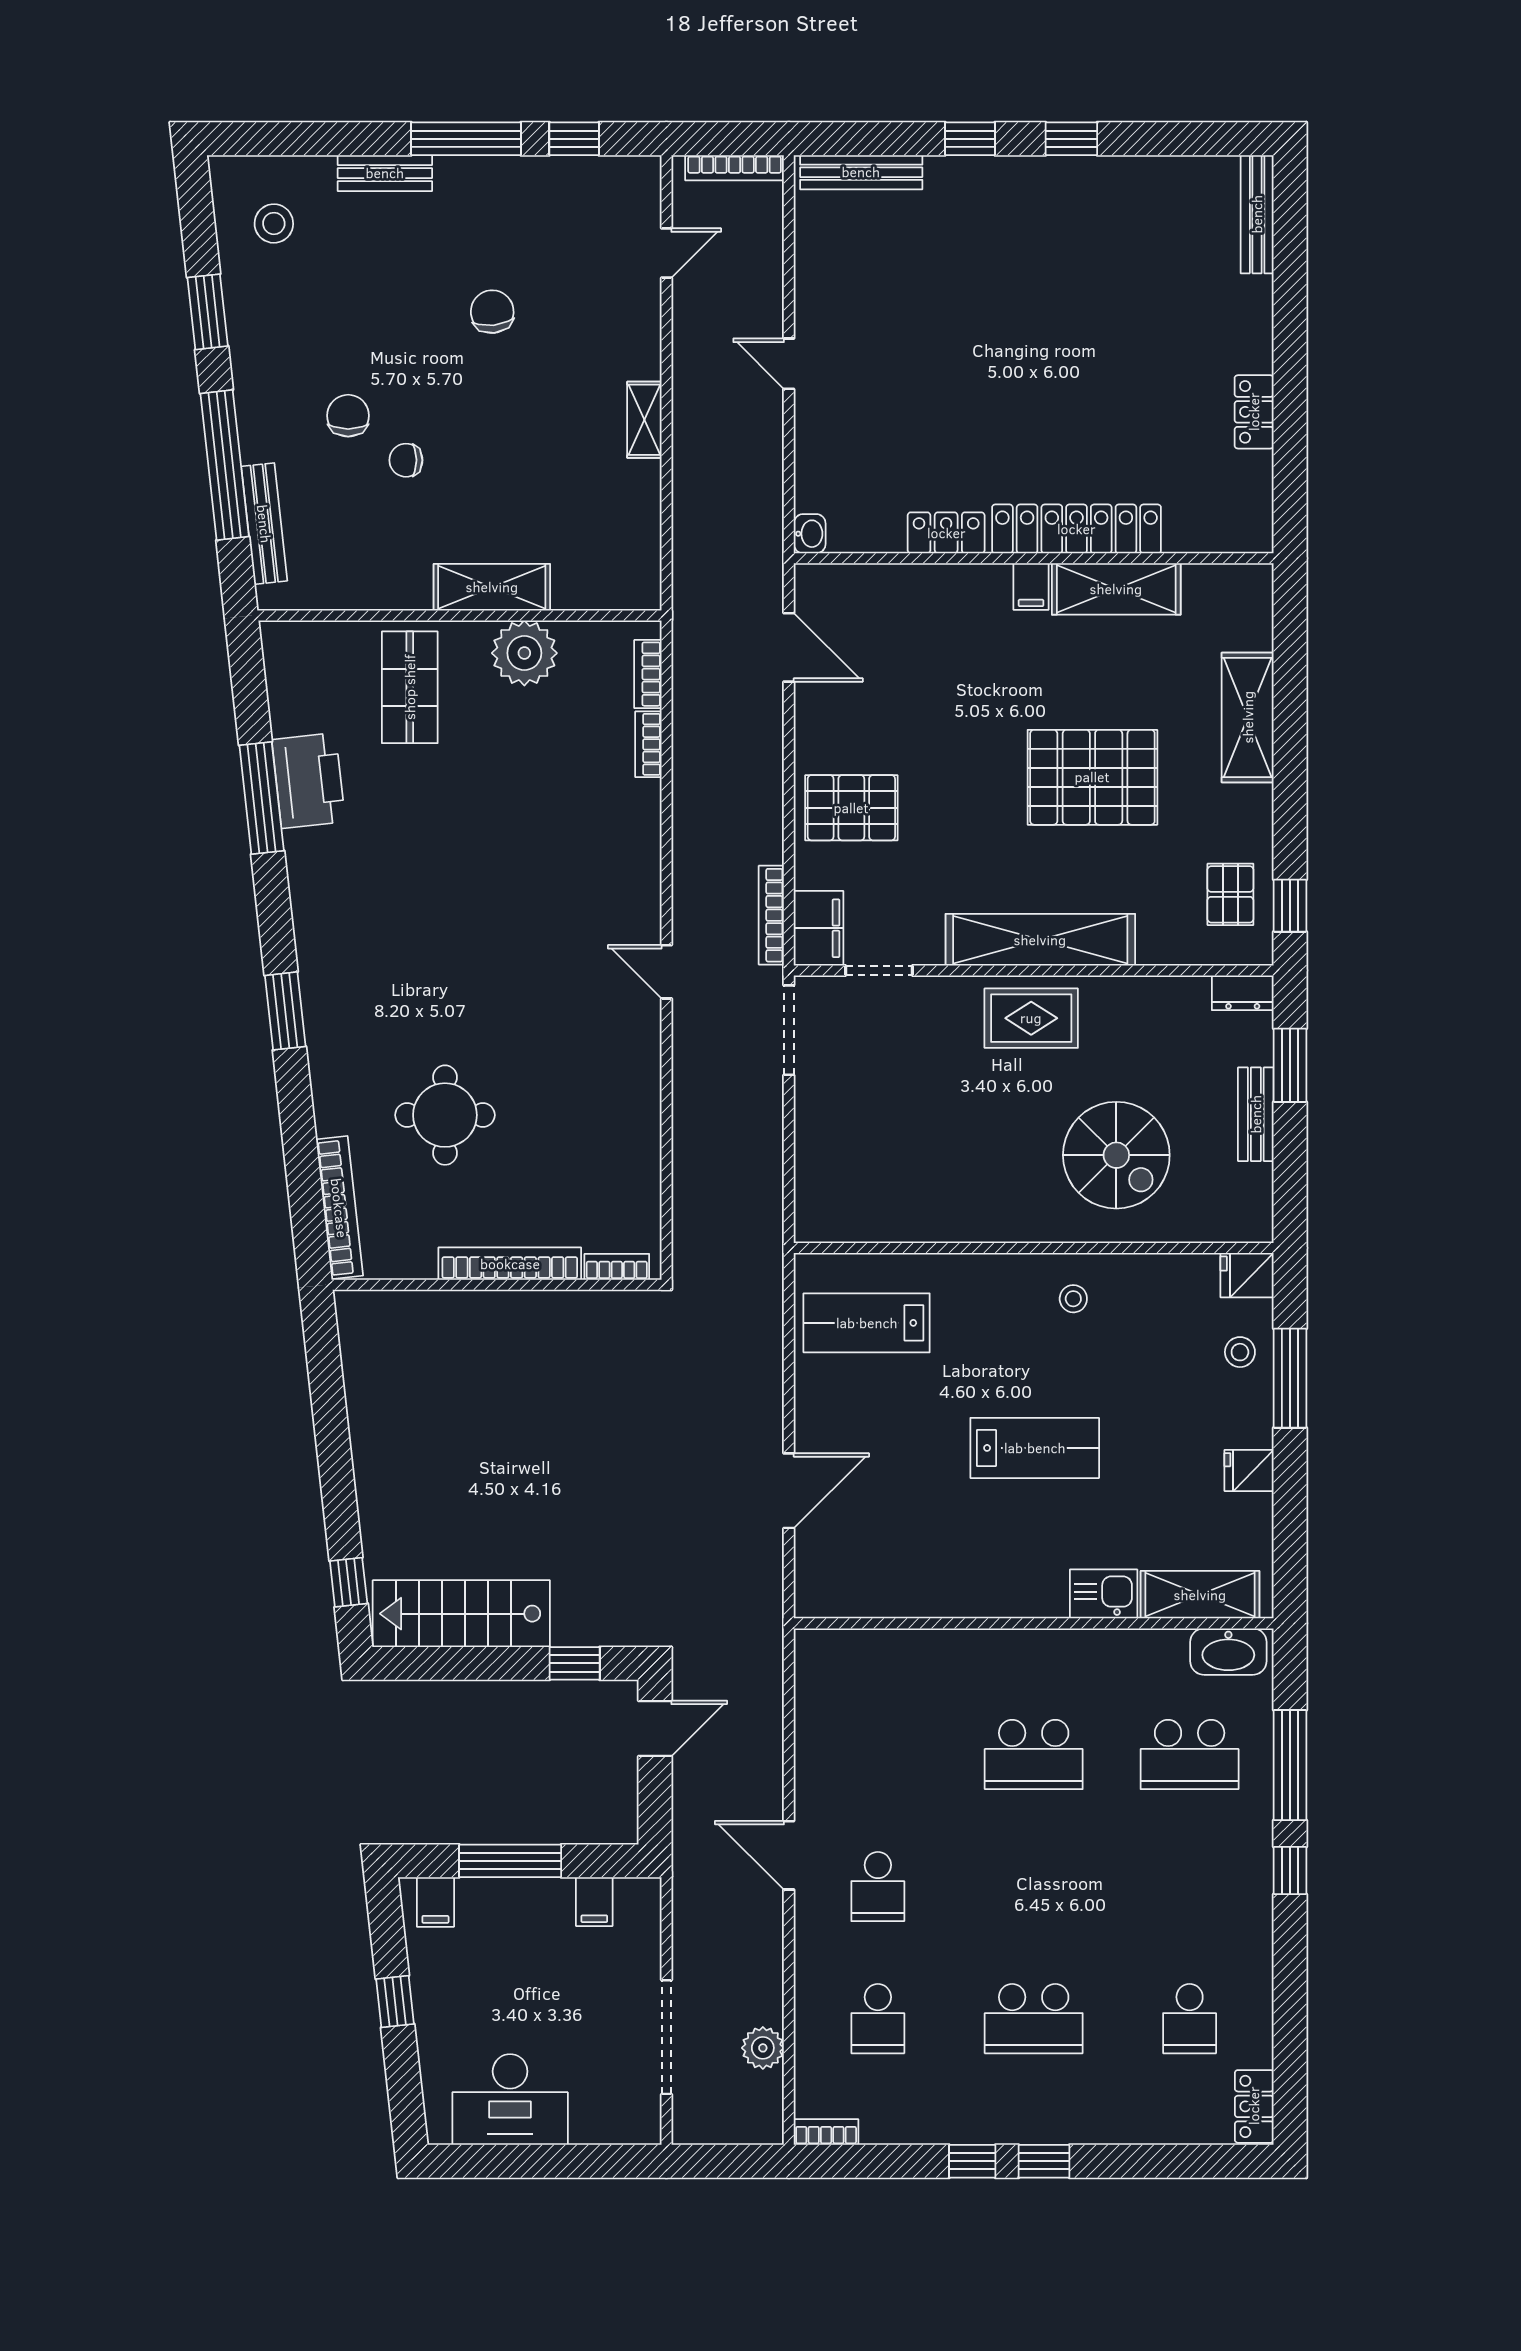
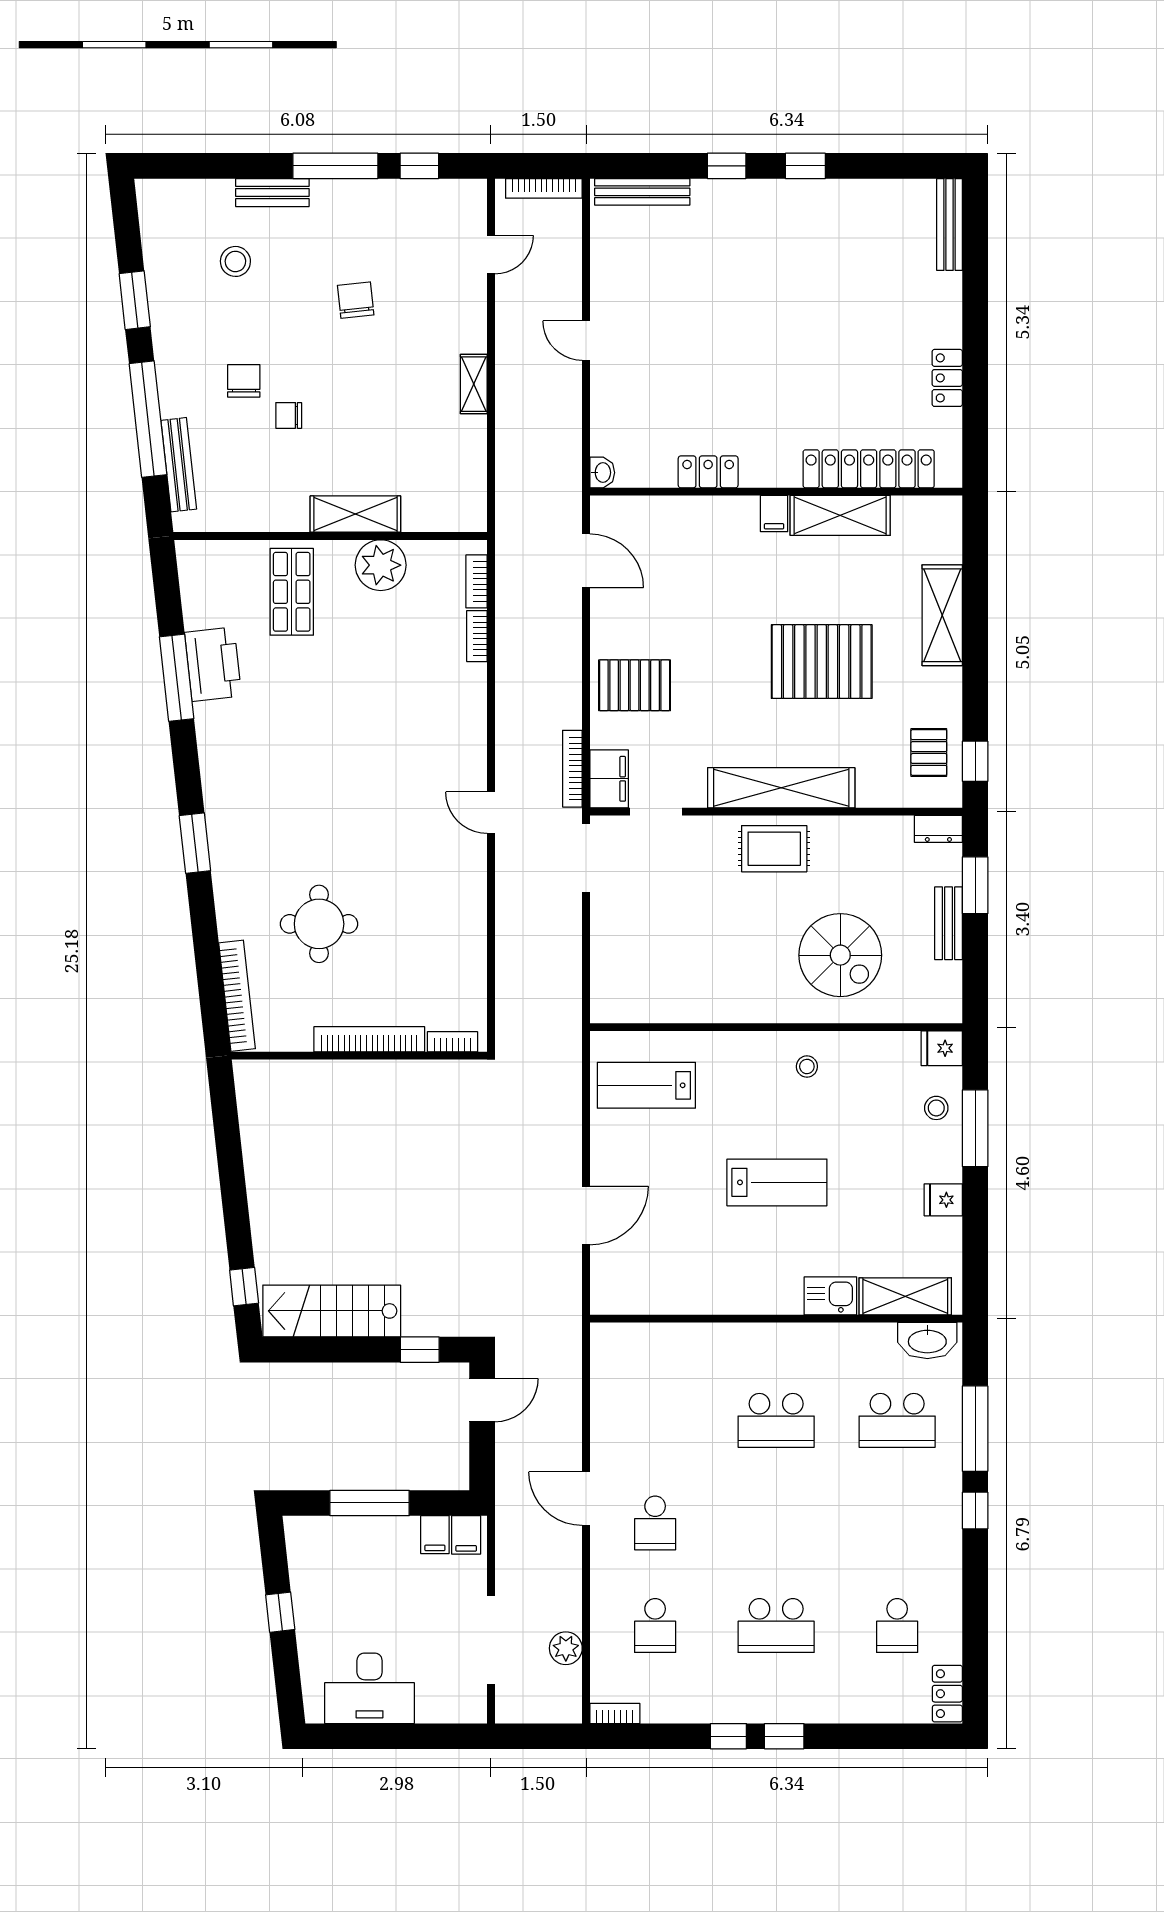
stool: (274, 223) -> (235, 261), moved
locker: (1076, 529) -> (869, 469), moved
filing cabinet: (435, 1902) -> (466, 1535), moved

